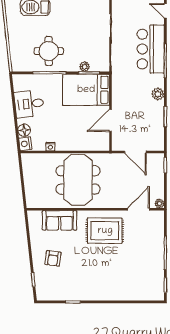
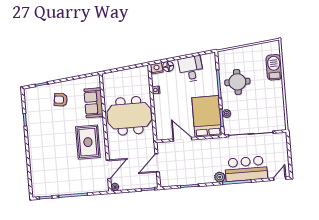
plant: (158, 94) -> (220, 177), moved
door: (138, 209) -> (108, 169), hinge flipped

